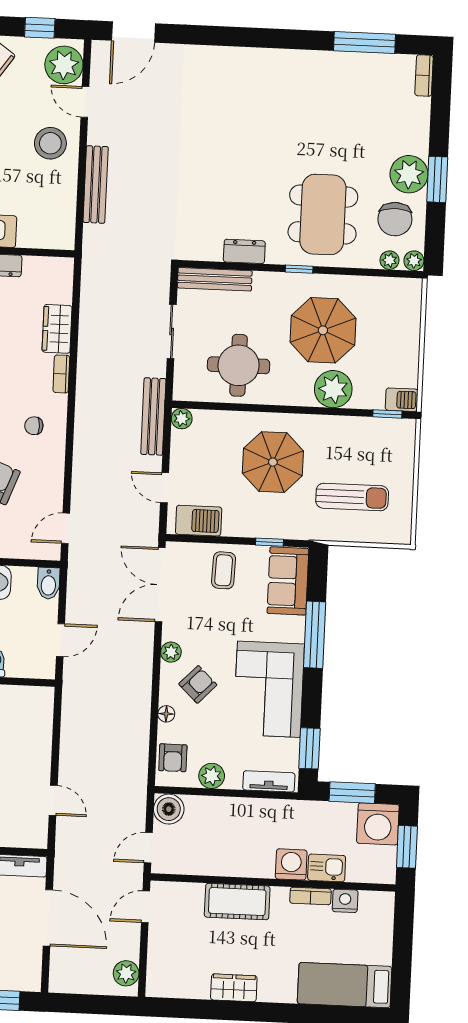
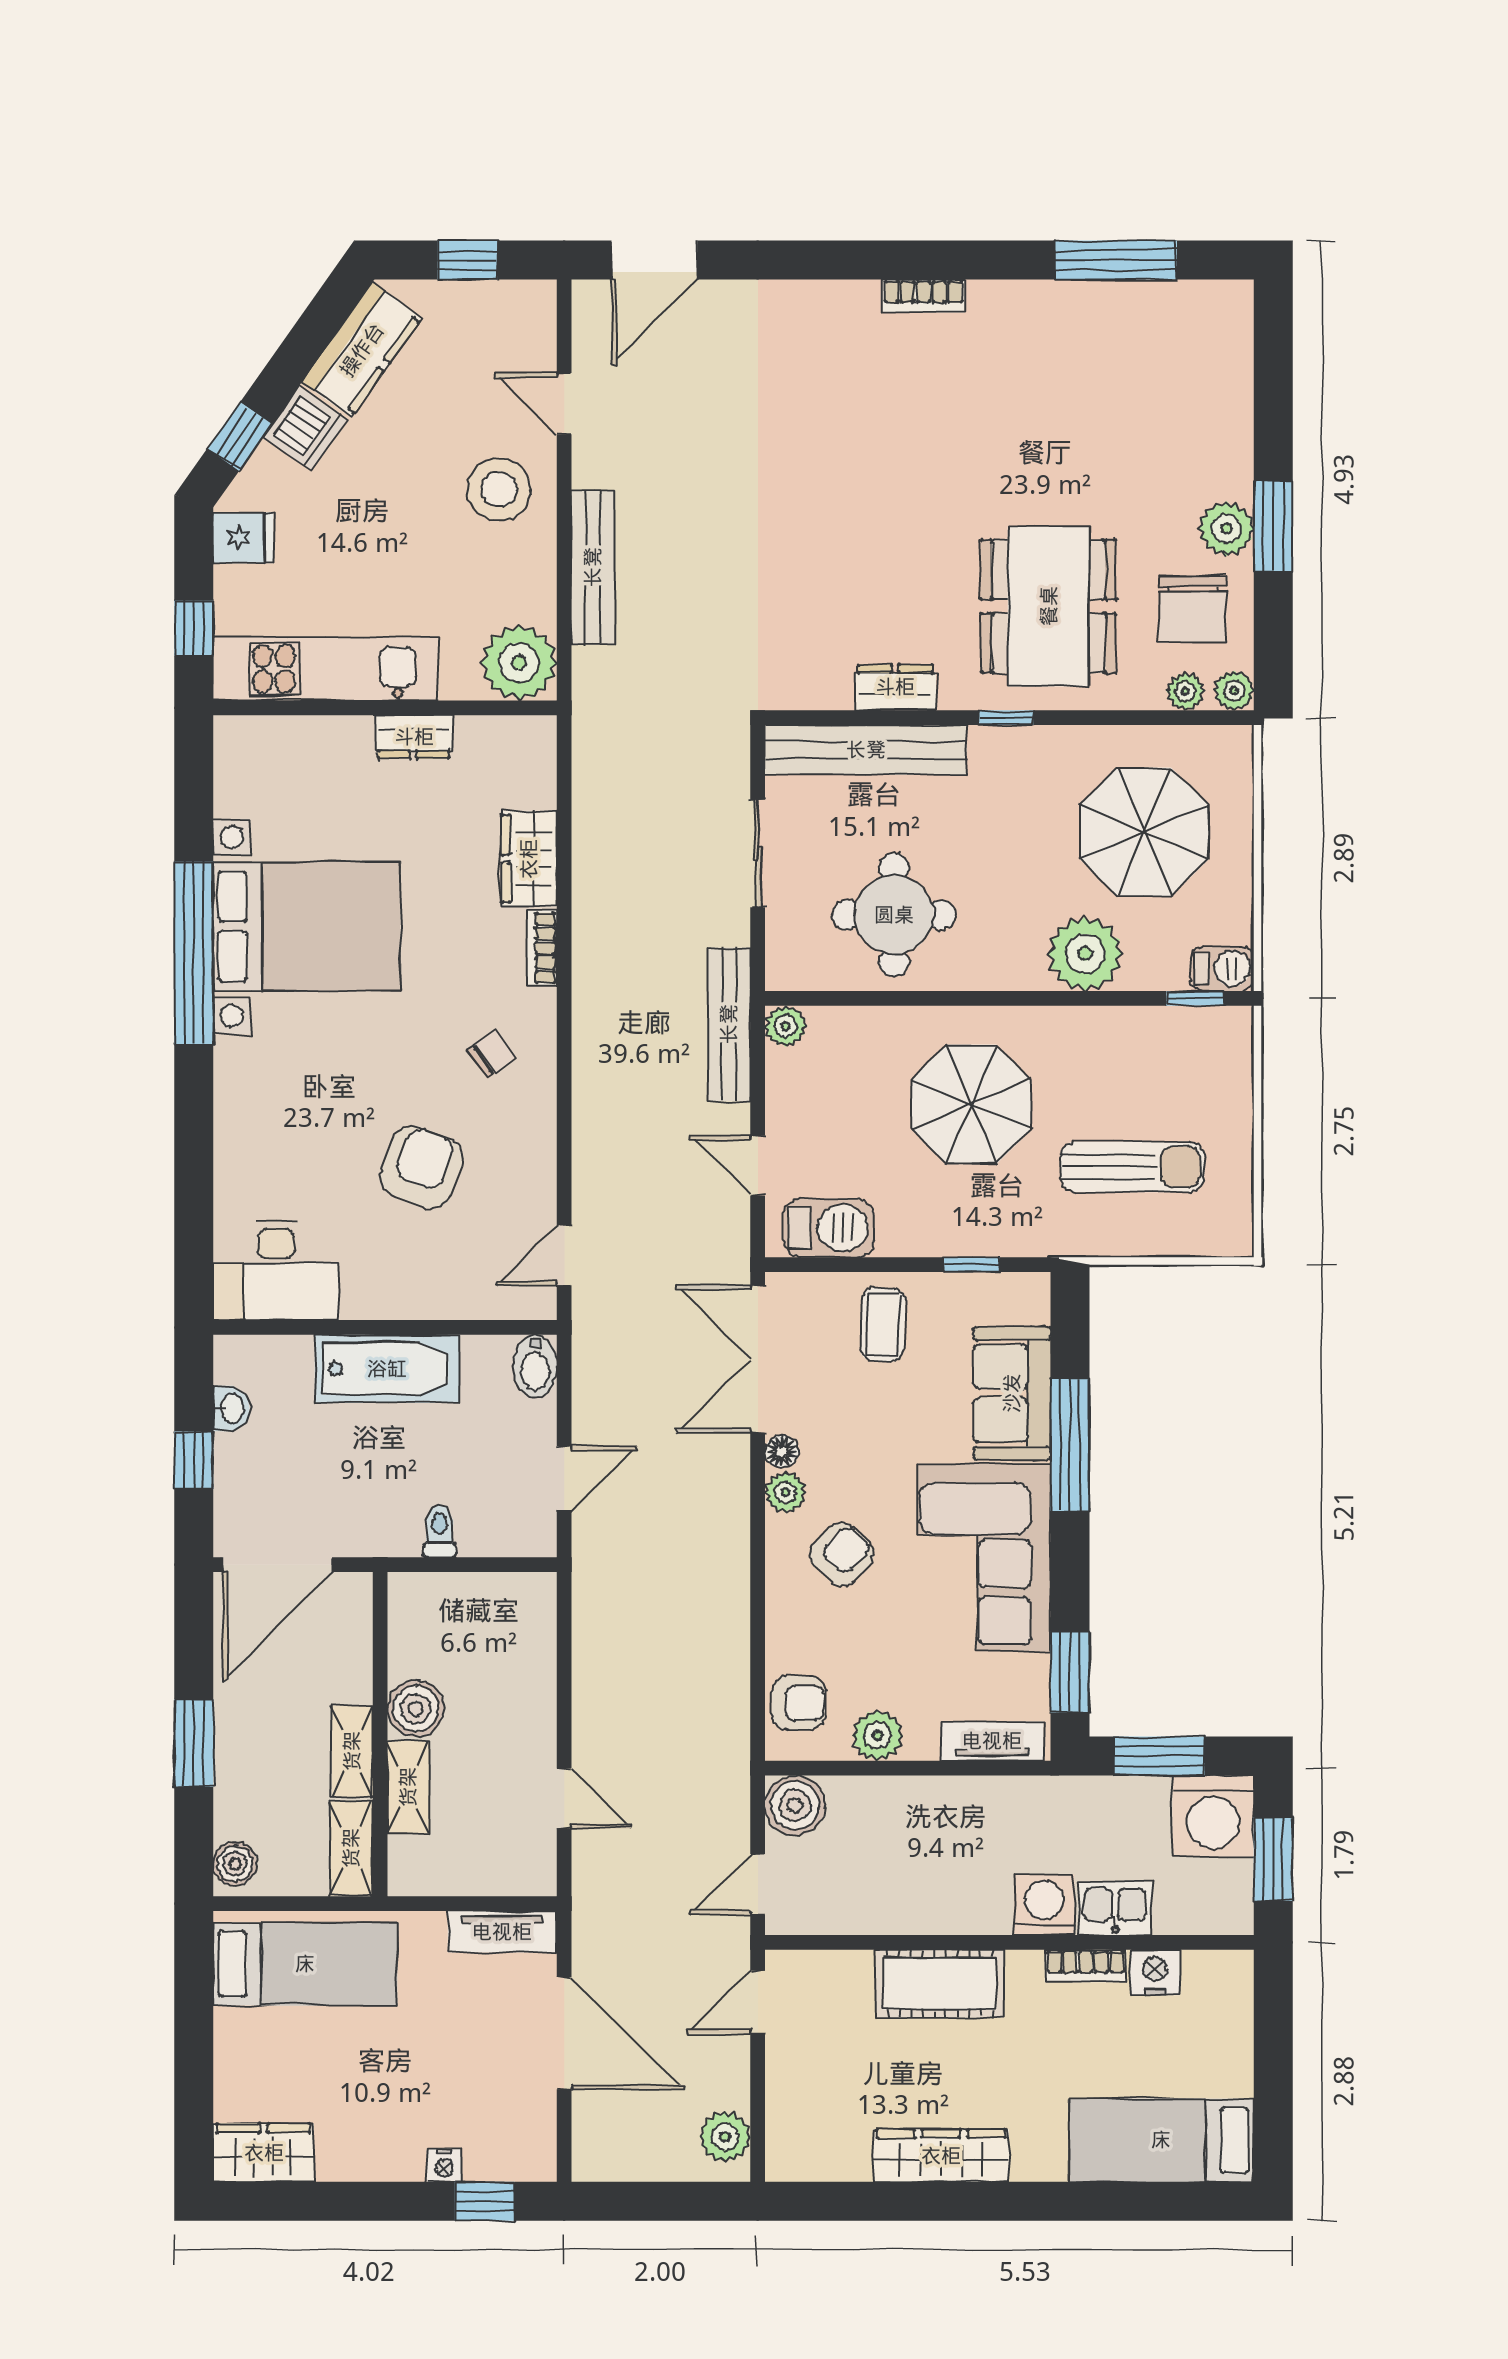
plant: (64, 65) -> (519, 663), moved
bookcase: (424, 76) -> (924, 296), moved, turned -90
plant: (409, 174) -> (1226, 529), width x0.73, depth x0.73
bench: (215, 279) -> (866, 750), width x1.37, depth x1.21
parasol: (323, 330) -> (1144, 832), moved
chair: (34, 426) -> (492, 1054), turned 144
sofa: (288, 581) -> (1012, 1393), moved
floor lamp: (166, 714) -> (782, 1451), moved
armchair: (173, 758) -> (799, 1703), turned -90
wardrobe: (234, 988) -> (941, 2156), width x1.50

